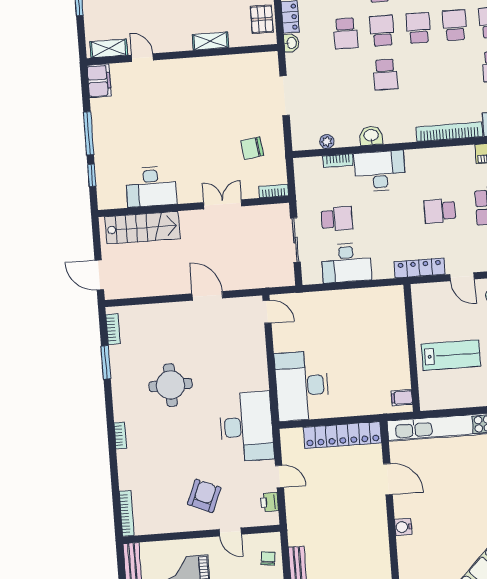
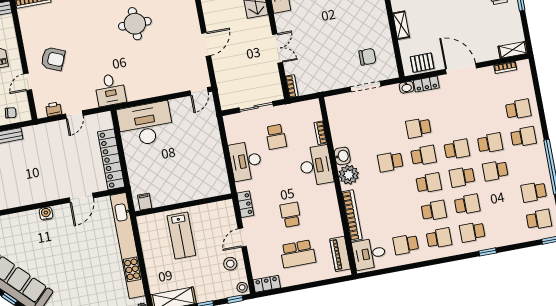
plant: (327, 141) -> (349, 175), moved, width x1.88, depth x1.88
chair: (252, 148) -> (367, 57), moved, turned 98
desk: (346, 263) -> (246, 161), moved
locker: (420, 268) -> (245, 204), width x0.66
desk: (247, 427) -> (110, 90), width x0.53, depth x0.77

